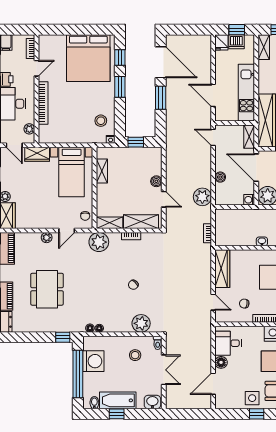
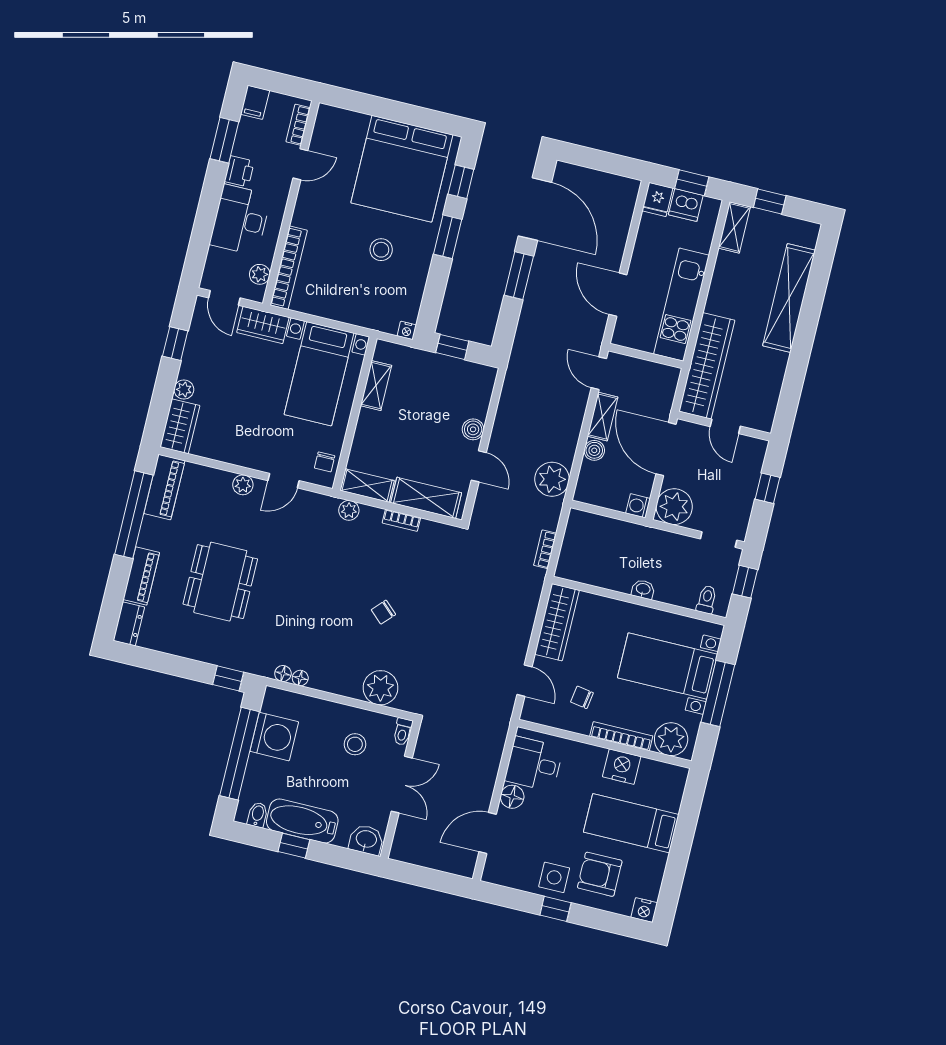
bookcase: (43, 103) -> (289, 268), moved
stool: (101, 121) -> (381, 250), moved
shelving: (249, 137) -> (603, 417), moved
plant: (99, 242) -> (349, 510), width x0.53, depth x0.53

